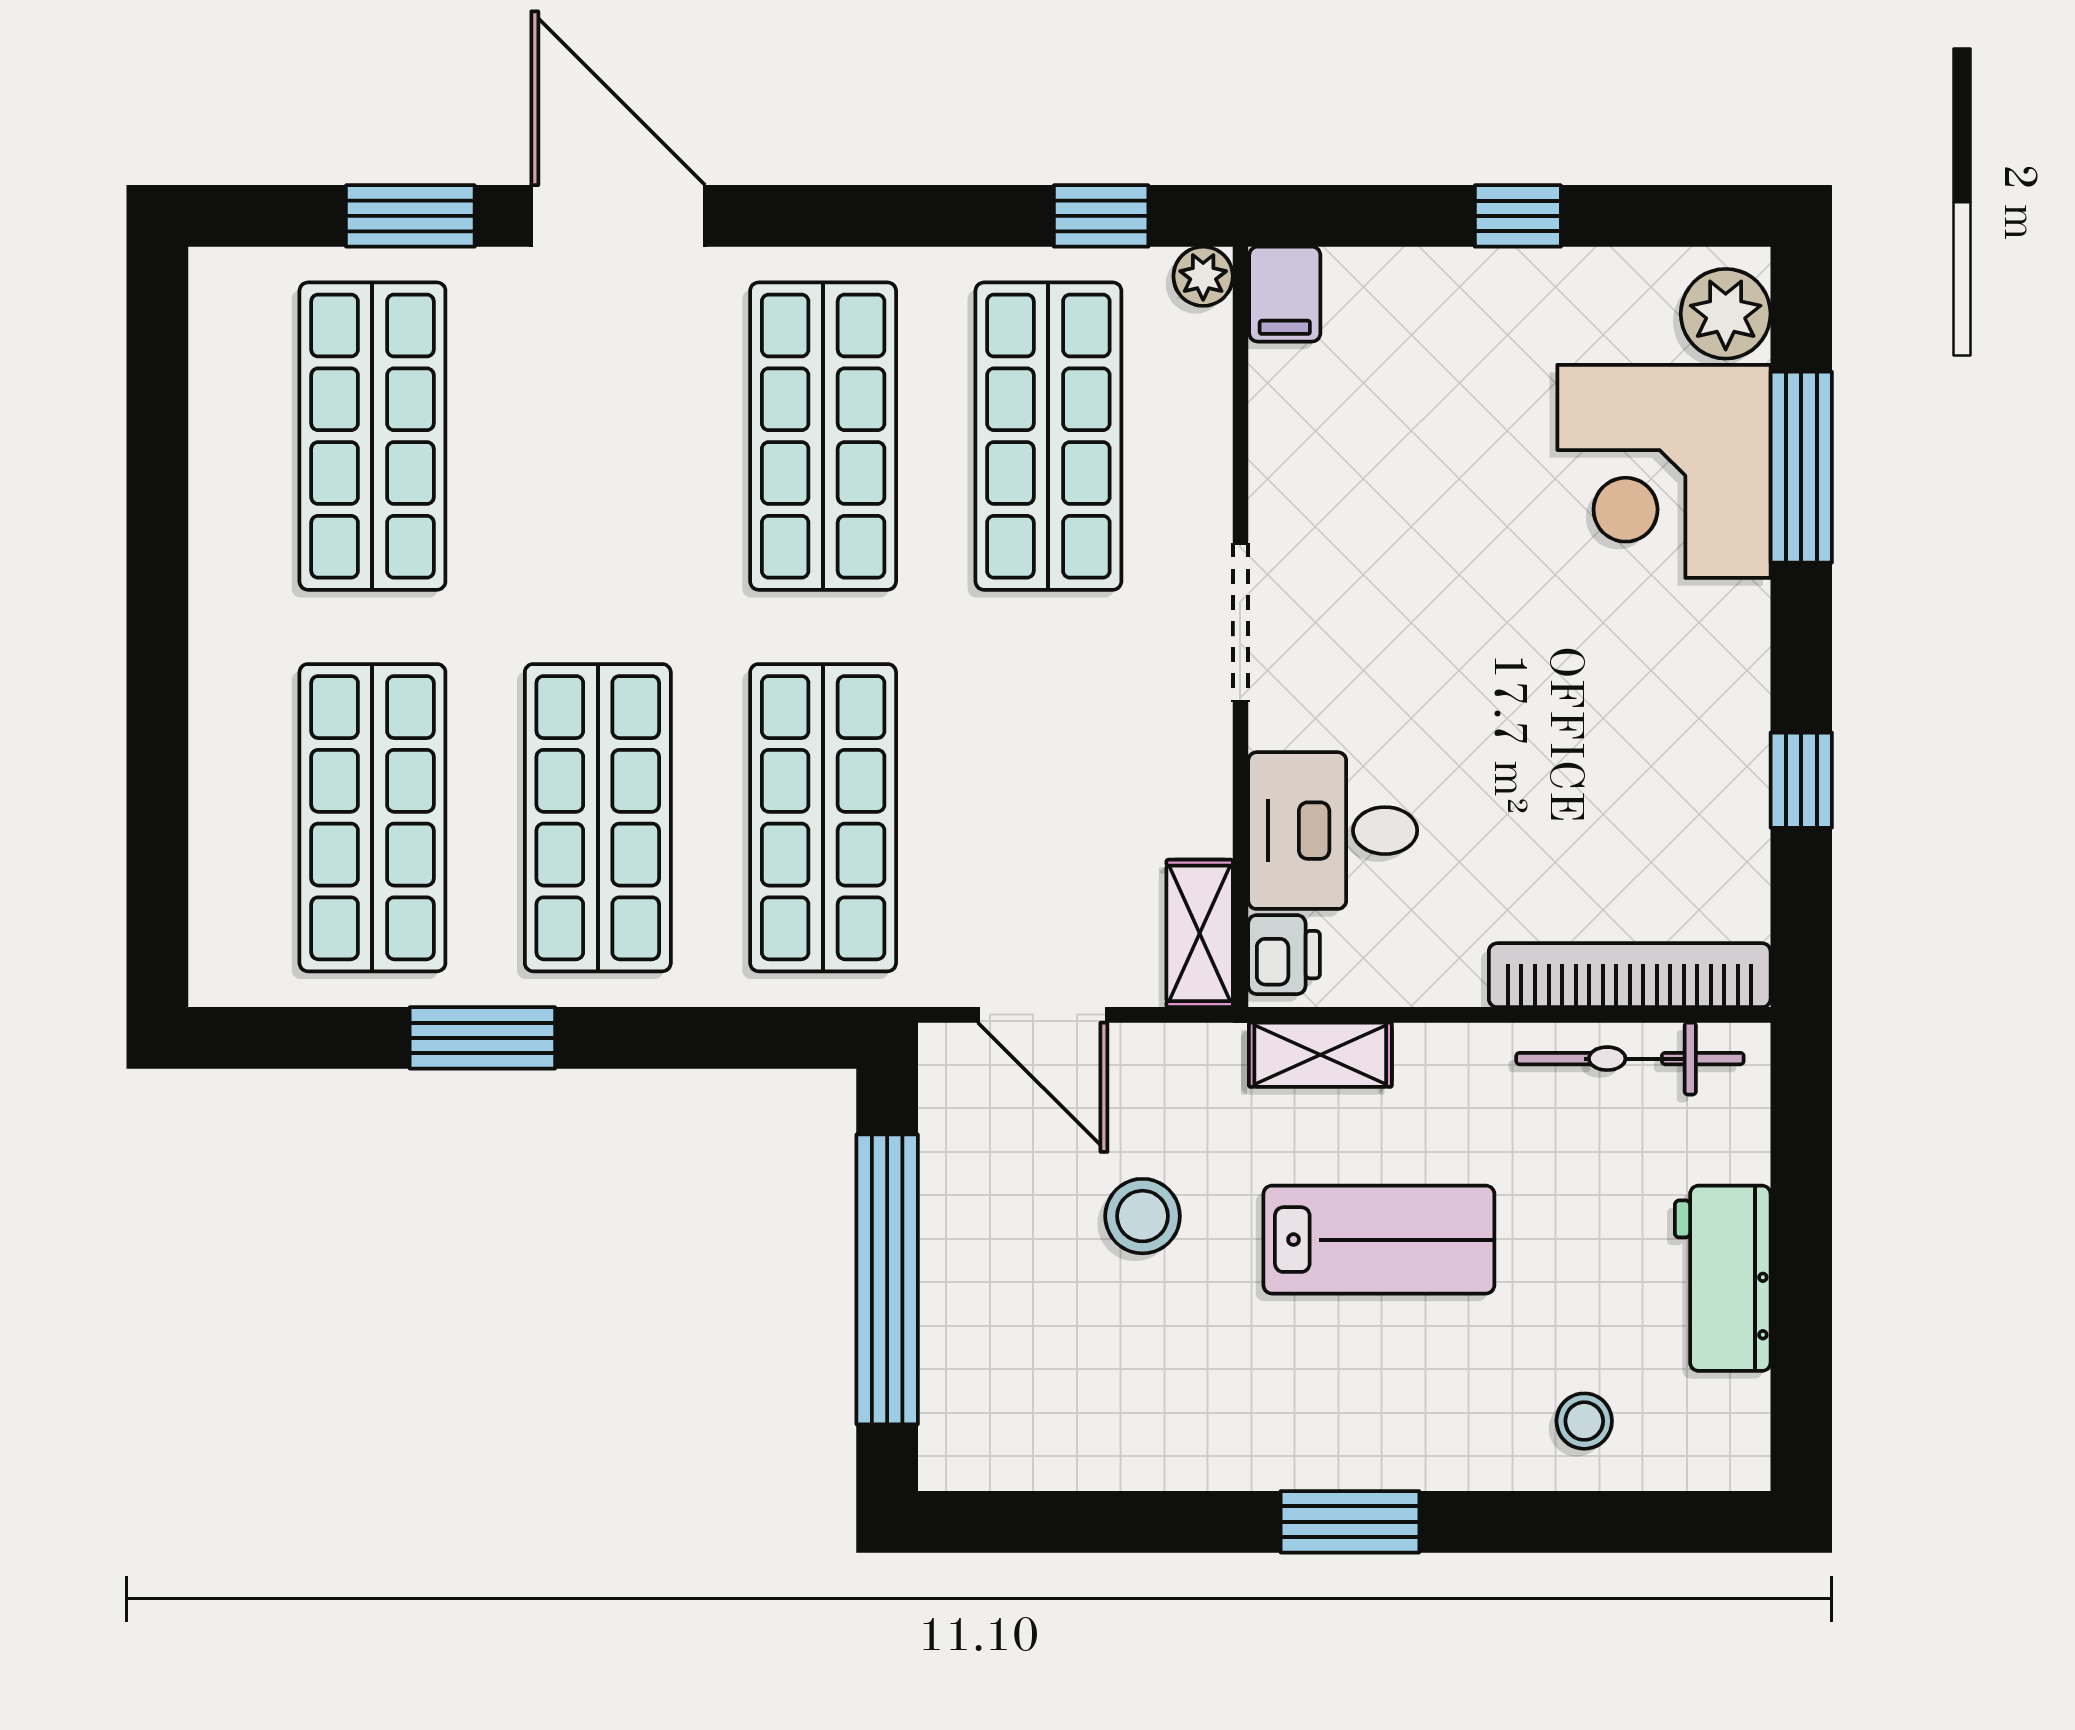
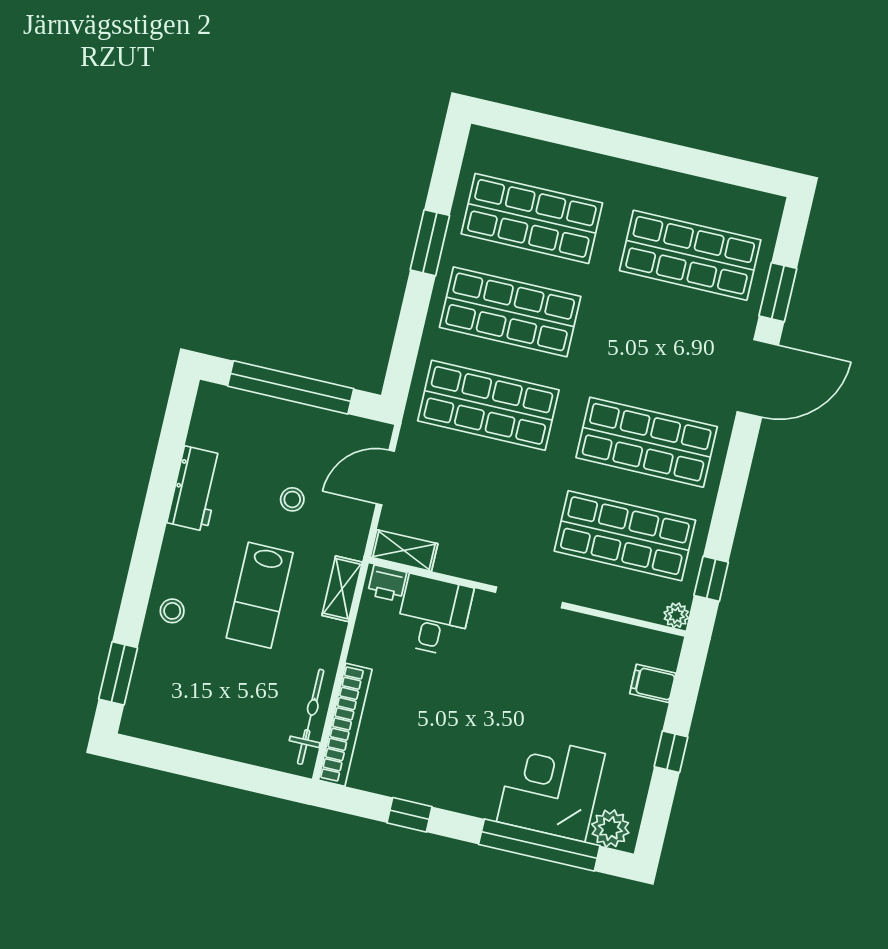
filing cabinet: (1285, 294) -> (653, 683), moved
window: (1801, 467) -> (539, 845), width x1.46
stool: (1143, 1216) -> (292, 499), width x0.73, depth x0.73
workbench: (1723, 1278) -> (195, 489), moved, turned 90
stool: (1584, 1421) -> (172, 611), moved
window: (1350, 1522) -> (118, 673), moved

